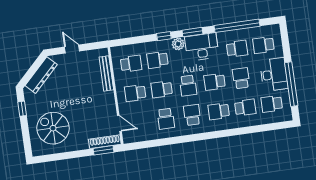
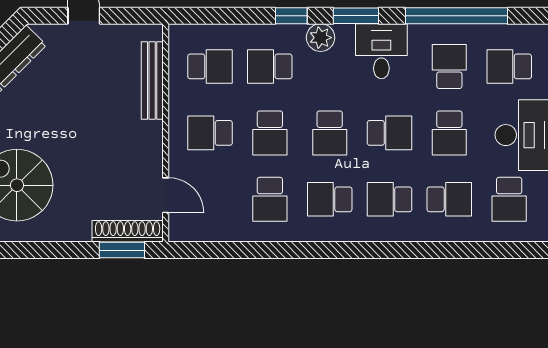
desk: (202, 47) -> (381, 51), width x0.73
school desk: (237, 49) -> (449, 66), turned -90
school desk: (241, 78) -> (449, 133), turned 180
school desk: (215, 82) -> (390, 133), turned 180
school desk: (162, 89) -> (270, 133), turned -90
school desk: (272, 104) -> (509, 199), turned -90
school desk: (192, 115) -> (330, 199), turned -90

